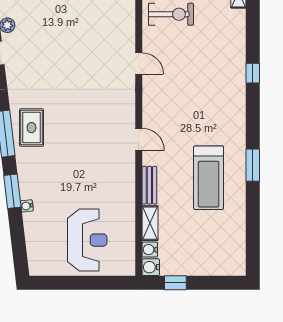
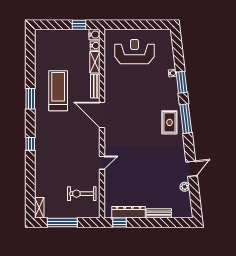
door: (139, 63) -> (102, 163), swing flipped
window: (253, 73) -> (30, 144), moved
door: (139, 139) -> (102, 115), width x1.87
reception desk: (87, 240) -> (134, 52), turned 90

